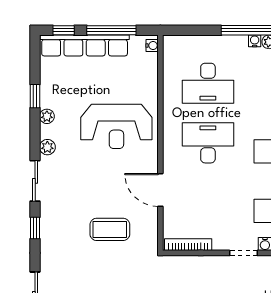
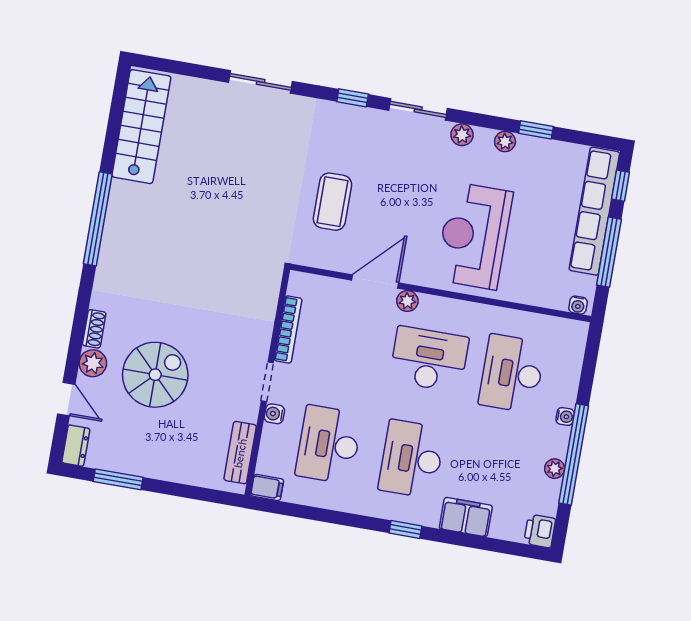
water cooler: (255, 41) -> (565, 416), moved
desk: (208, 143) -> (429, 359), turned -90
plant: (170, 165) -> (407, 301), added
bookcase: (188, 245) -> (288, 330), moved

